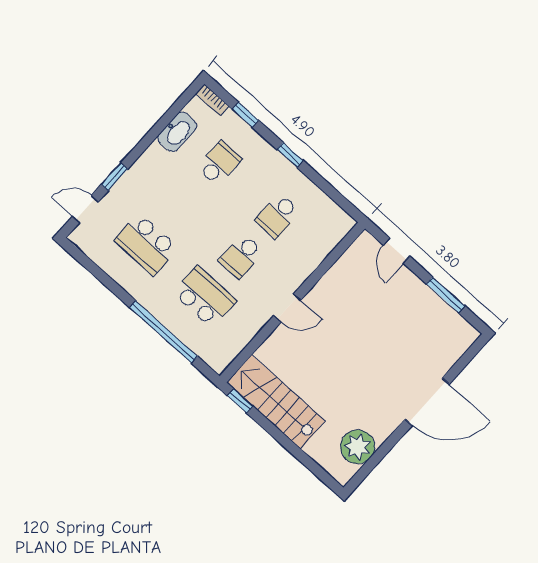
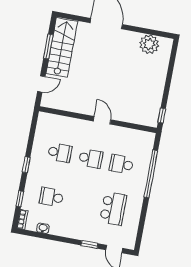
washbasin: (177, 132) -> (43, 228), width x0.52, depth x0.69
school desk: (205, 297) -> (121, 164), width x0.54
stairs: (276, 402) -> (62, 47), moved, turned 180

